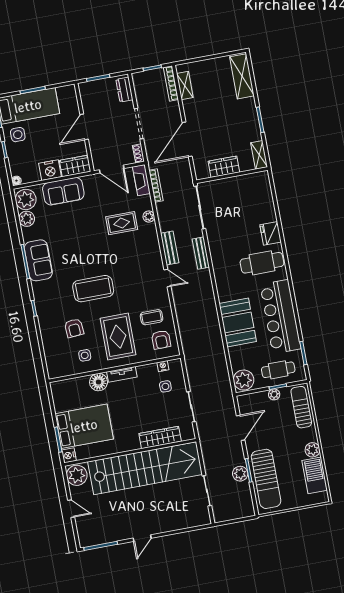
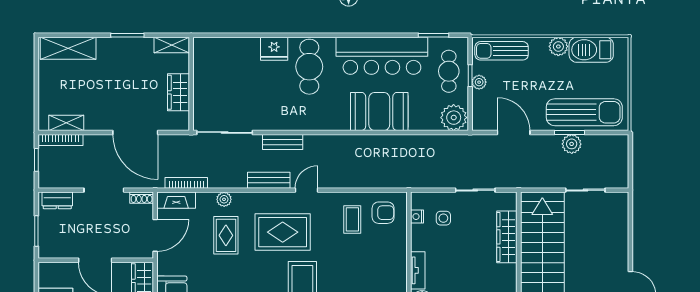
rug: (118, 337) -> (283, 232), moved

